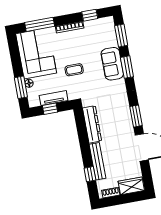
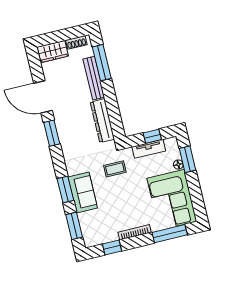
coffee table: (74, 70) -> (115, 169), moved
window: (90, 174) -> (102, 63), width x2.17

